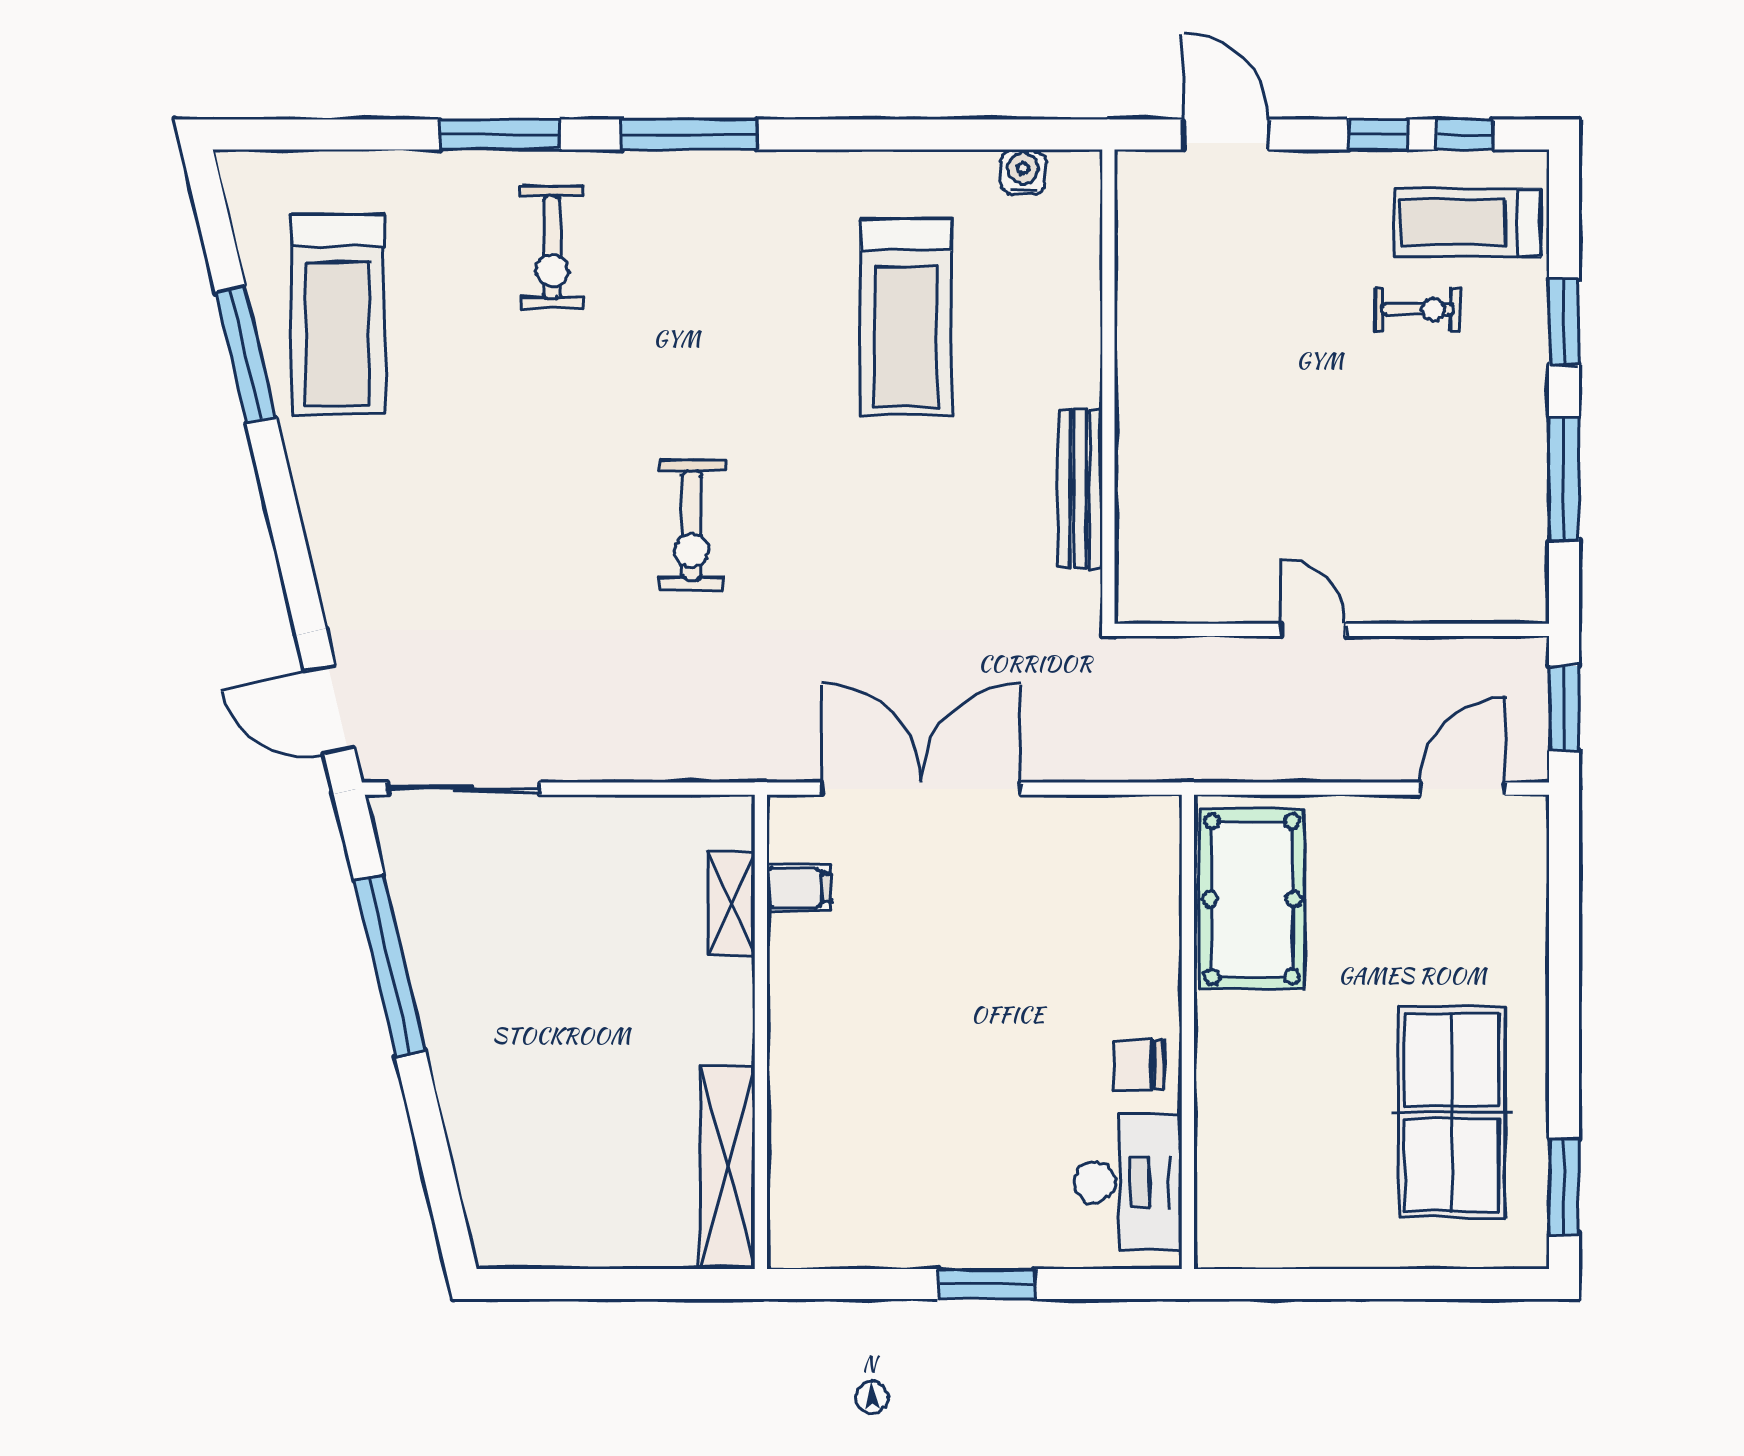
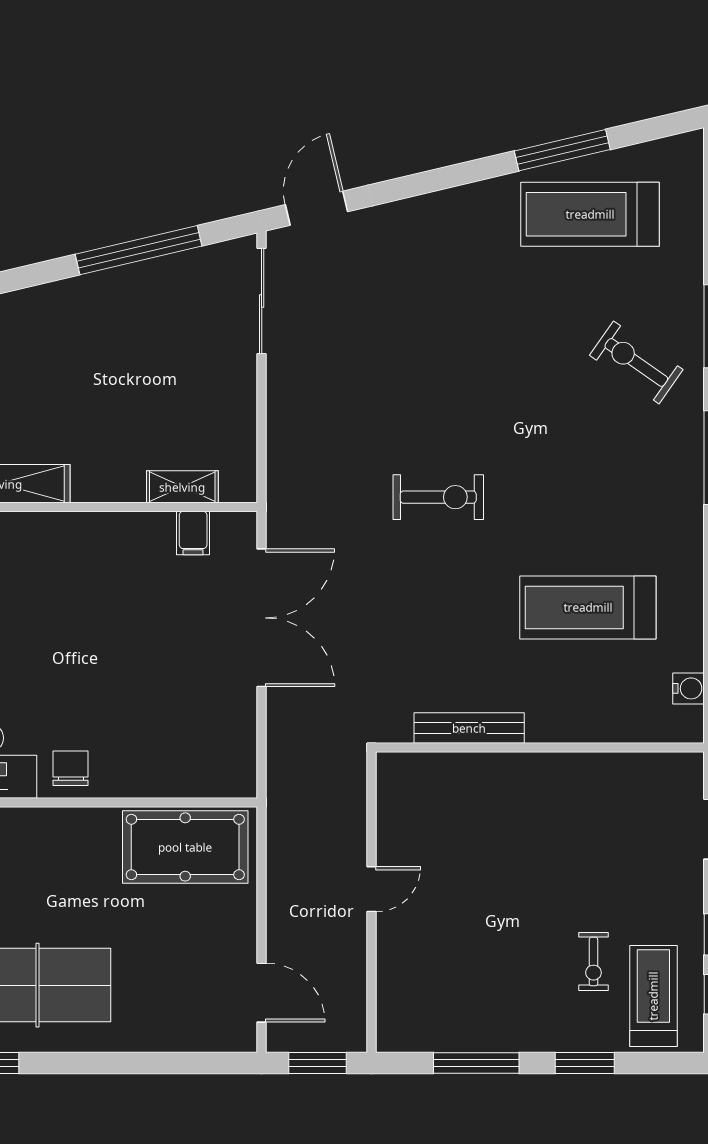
exercise bike: (552, 247) -> (636, 362), turned 35
exercise bike: (692, 525) -> (438, 497), moved, turned 180

